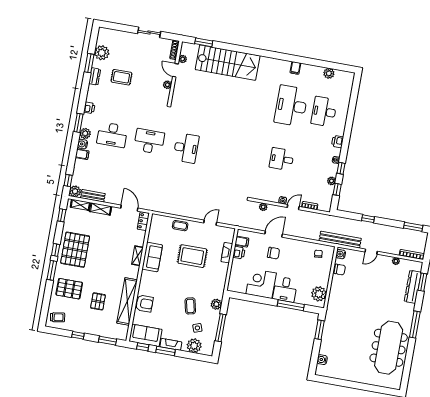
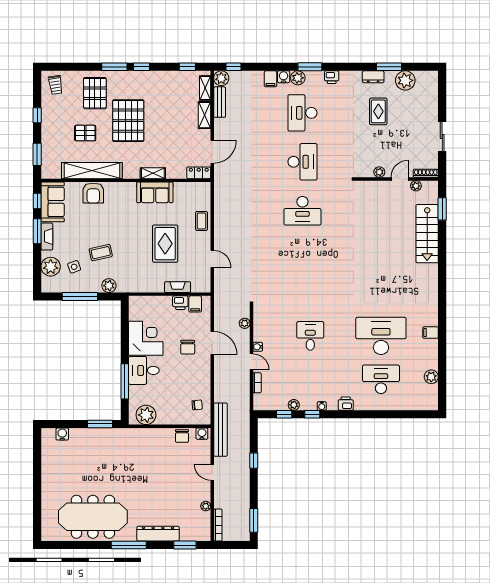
stairs: (228, 63) -> (427, 234), width x0.73, depth x0.66
pallet: (75, 250) -> (128, 121), moved, turned 90
dresser: (413, 287) -> (158, 534), moved

